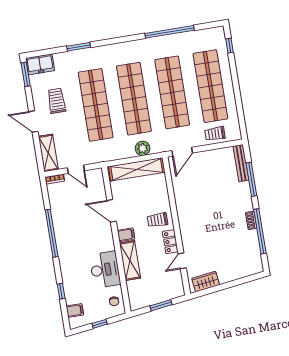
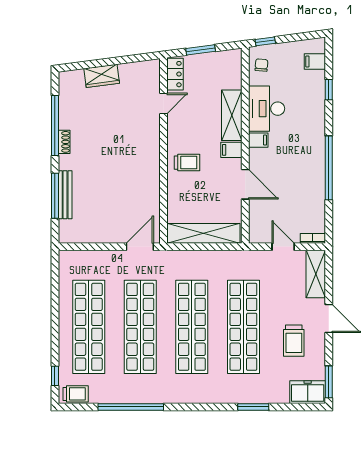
trolley: (215, 134) -> (76, 394), moved
plant: (143, 148) -> (191, 260), removed
bench: (241, 163) -> (65, 195), moved
locker: (170, 242) -> (175, 74), moved
filing cabinet: (107, 245) -> (258, 140), added
wardrobe: (206, 282) -> (102, 76), moved
window: (100, 324) -> (265, 41), moved

